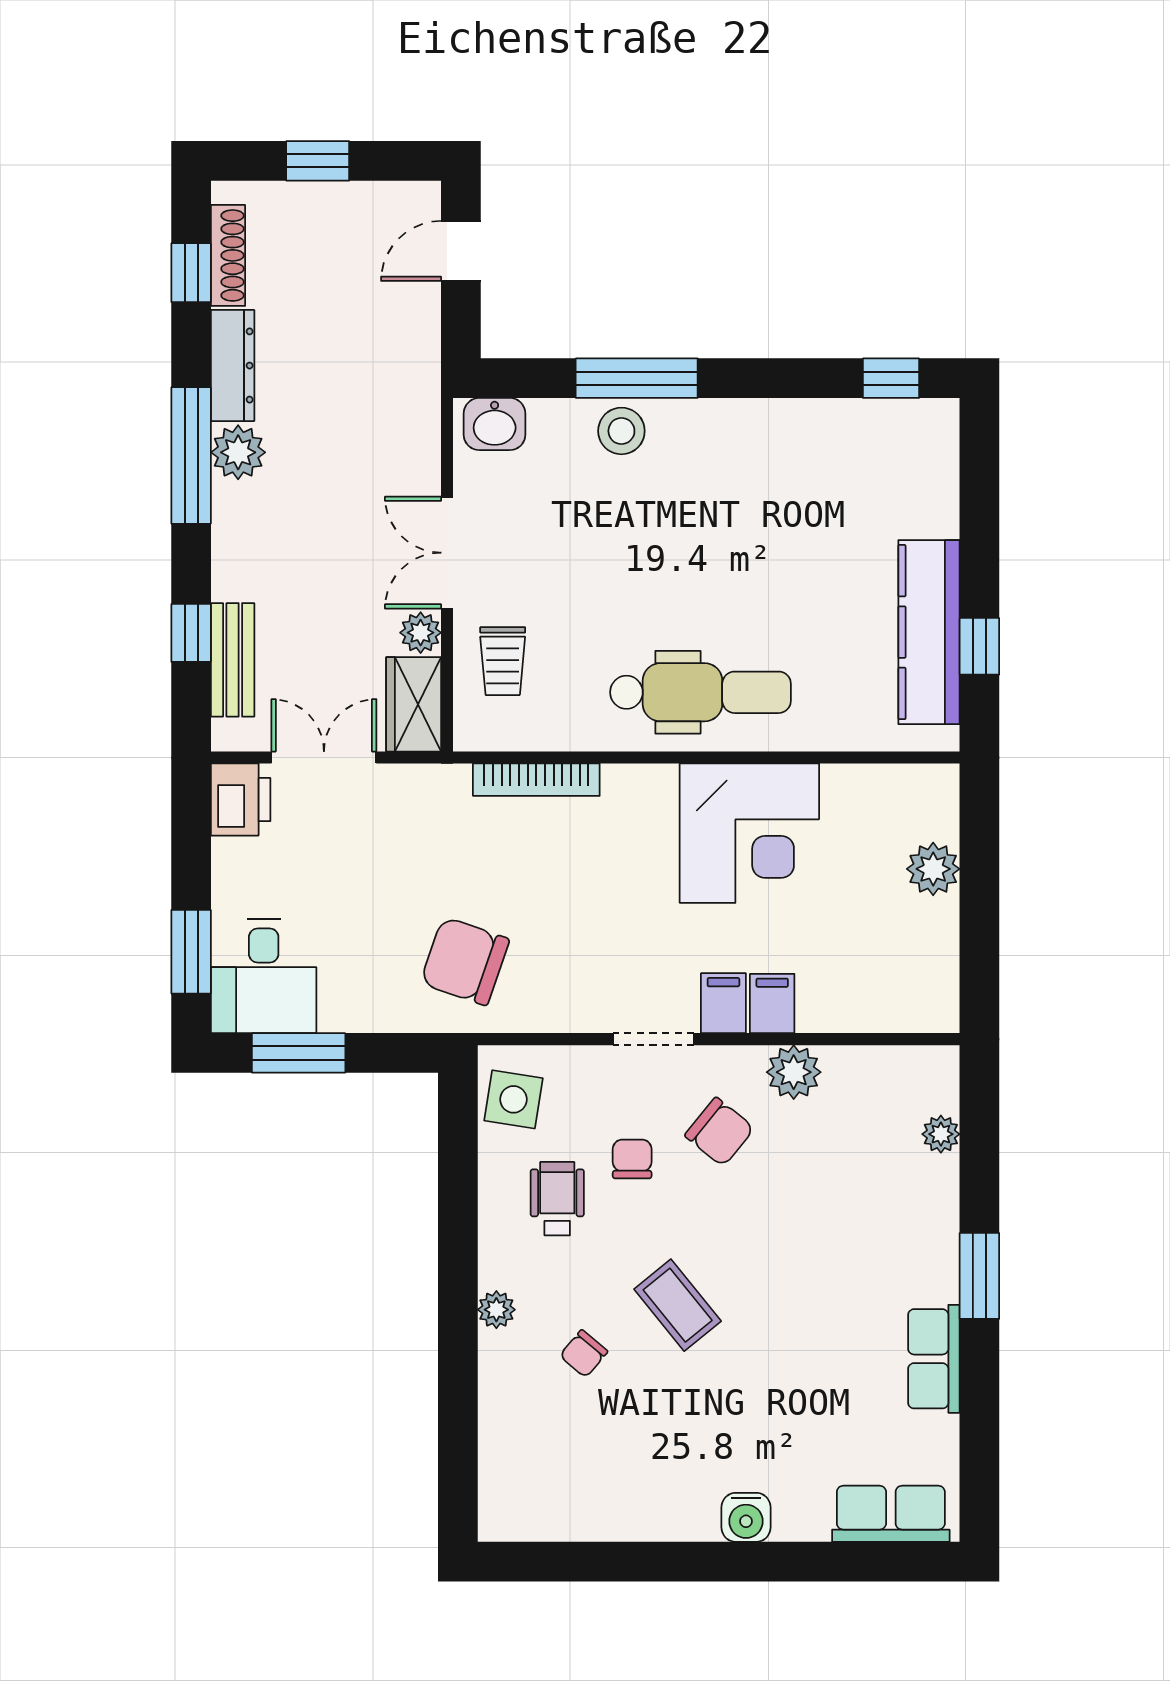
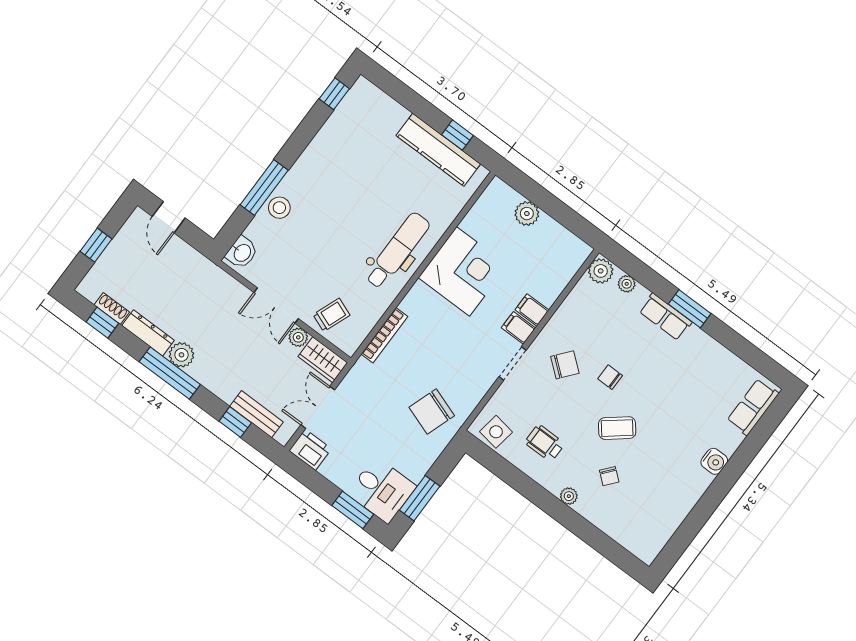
shoe rack: (228, 255) -> (112, 308), width x0.70
trolley: (503, 661) -> (331, 315), turned -69
plant: (794, 1072) -> (601, 271), moved
chair: (632, 1159) -> (610, 377), moved
row of seats: (934, 1359) -> (665, 317), moved

